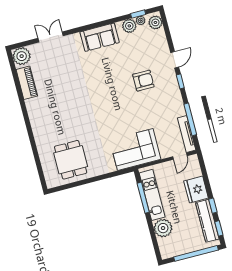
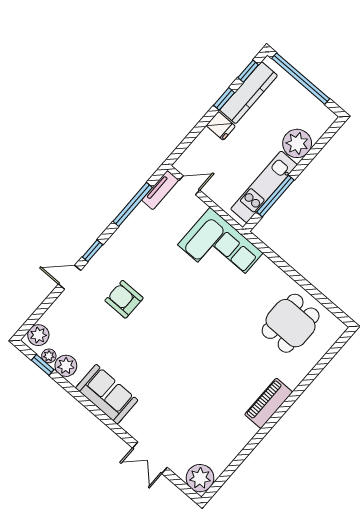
piano: (27, 83) -> (269, 403), moved
tv unit: (187, 134) -> (160, 190), width x0.71
fridge: (196, 190) -> (221, 126), width x0.53, depth x0.75

